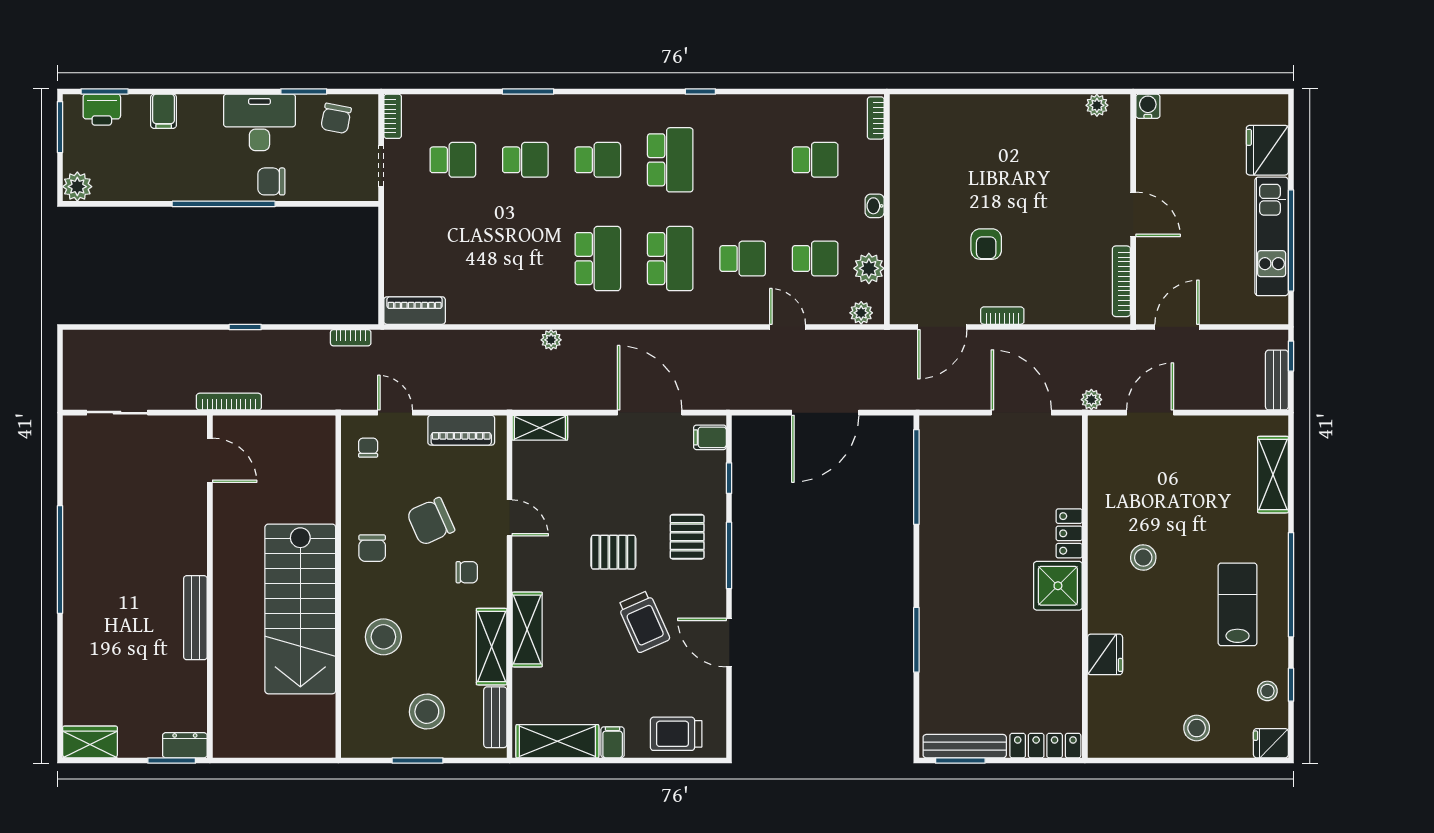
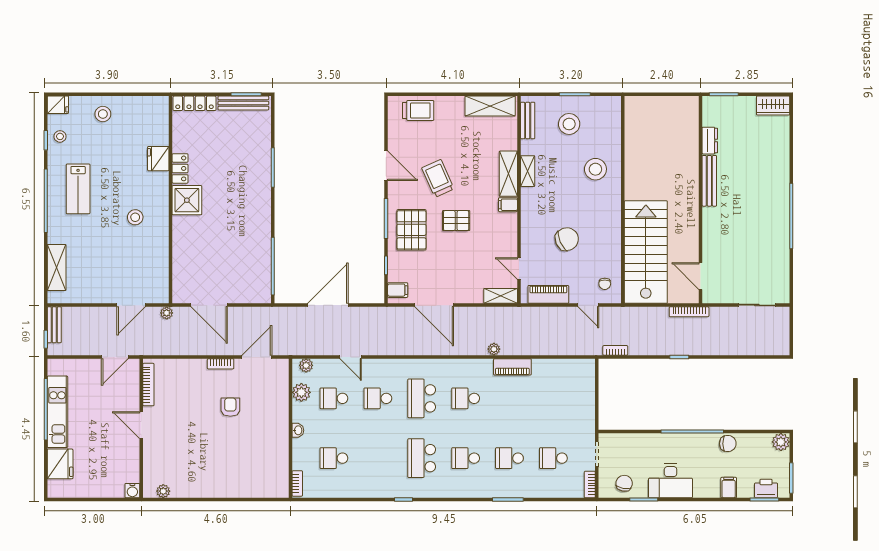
chair: (271, 181) -> (728, 444), moved
school desk: (598, 259) -> (466, 398), width x0.54
piano: (415, 311) -> (512, 367), moved
door: (510, 518) -> (519, 268), moved
locker: (1069, 533) -> (180, 168), moved
pallet: (687, 537) -> (411, 230), width x1.50, depth x1.42
chair: (372, 548) -> (602, 223), removed
chair: (467, 572) -> (545, 208), removed
stairs: (300, 609) -> (646, 252), moved
shelving: (492, 647) -> (528, 171), width x0.67, depth x0.75
filing cabinet: (613, 742) -> (508, 205), moved, turned 90
dresser: (185, 745) -> (710, 141), moved, turned -90

